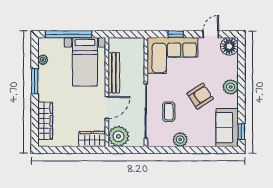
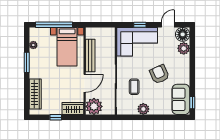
plant: (231, 87) -> (184, 48), moved
armchair: (200, 96) -> (159, 74), turned -81
window: (71, 150) -> (56, 117), added

